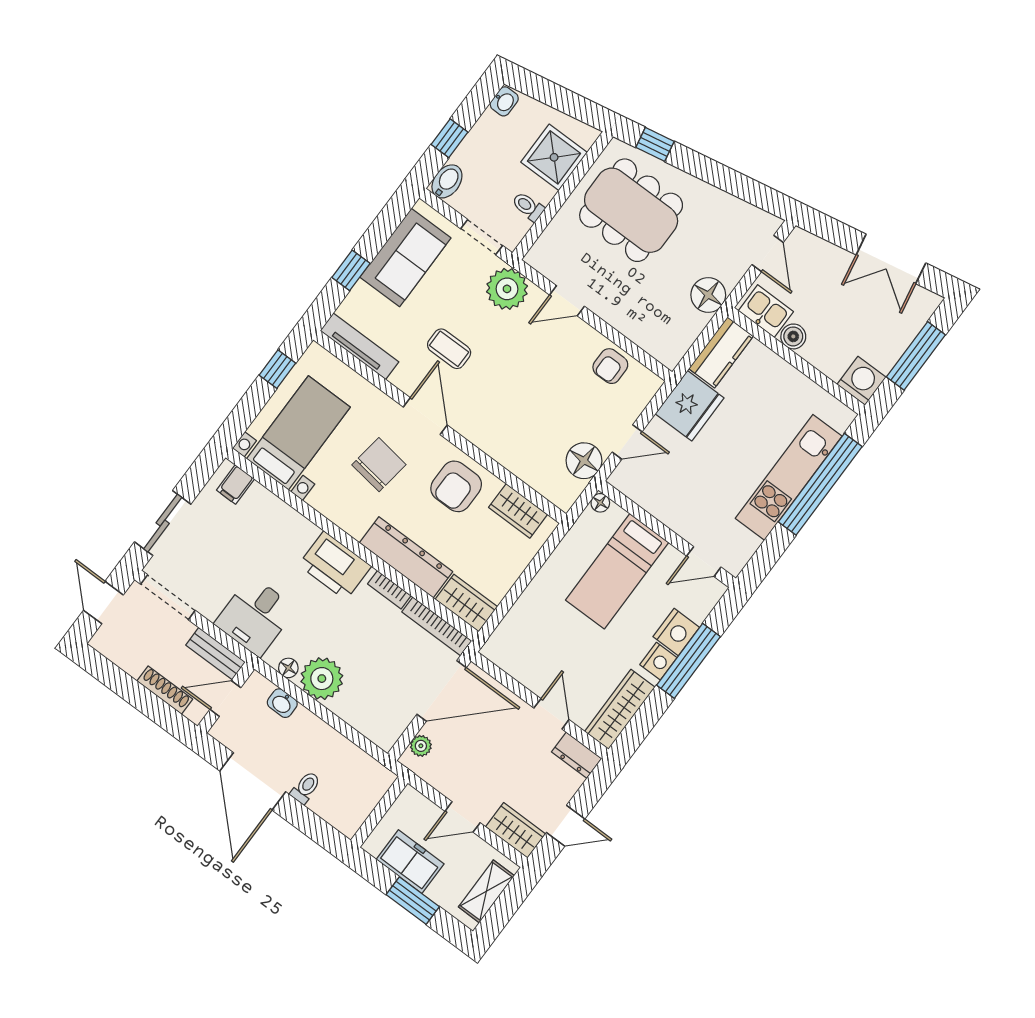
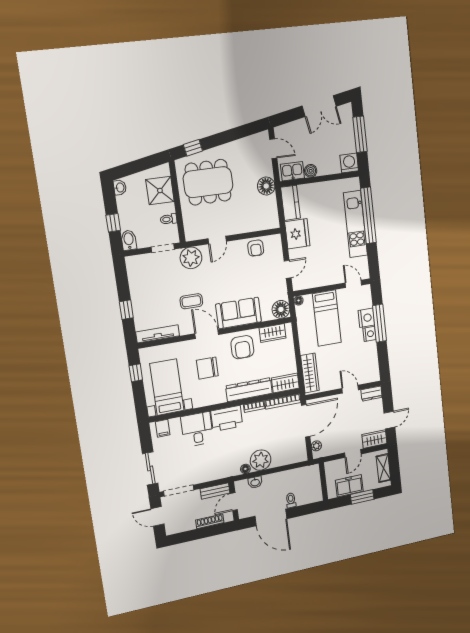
sofa: (405, 258) -> (239, 313), moved, turned -90
floor lamp: (584, 461) -> (281, 309), moved
chair: (379, 465) -> (207, 368), turned -98
door: (704, 562) -> (353, 284), swing flipped
desk: (255, 616) -> (197, 429), moved, turned 180
wardrobe: (620, 709) -> (310, 373), moved, turned 180

